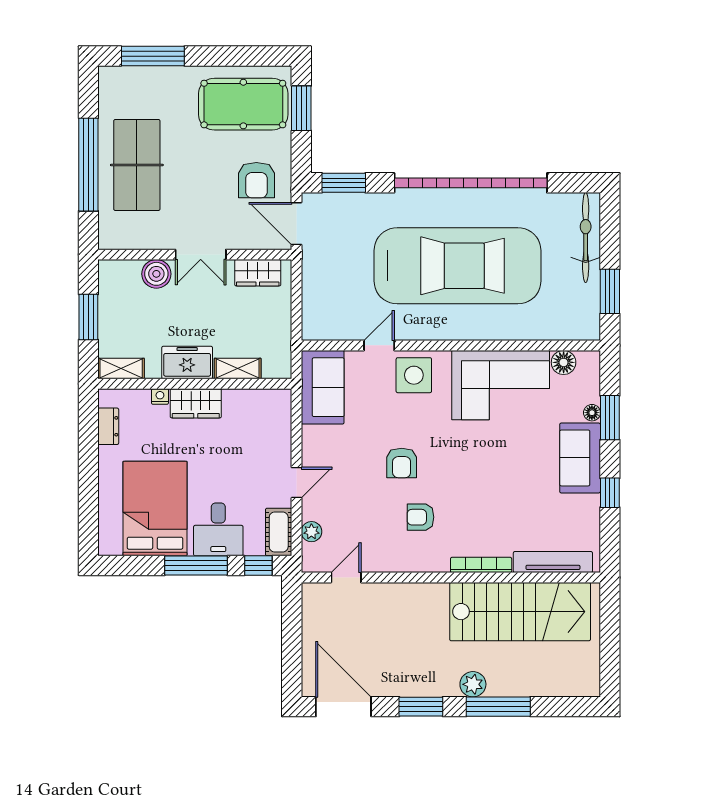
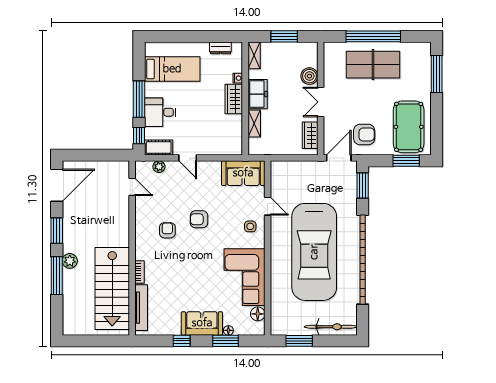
armchair: (256, 180) -> (364, 135), turned 180
side table: (414, 375) -> (250, 226), width x0.54, depth x0.54
bed: (155, 509) -> (172, 69), width x0.67
bookcase: (481, 565) -> (139, 272), width x0.64

